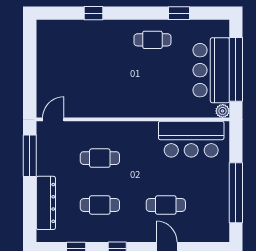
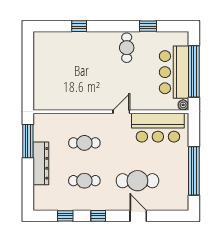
cafe table: (152, 40) -> (127, 48), turned 90
door: (53, 119) -> (121, 112), moved
dresser: (46, 203) -> (41, 163), moved
cafe table: (166, 205) -> (137, 181), width x1.37, depth x1.35

